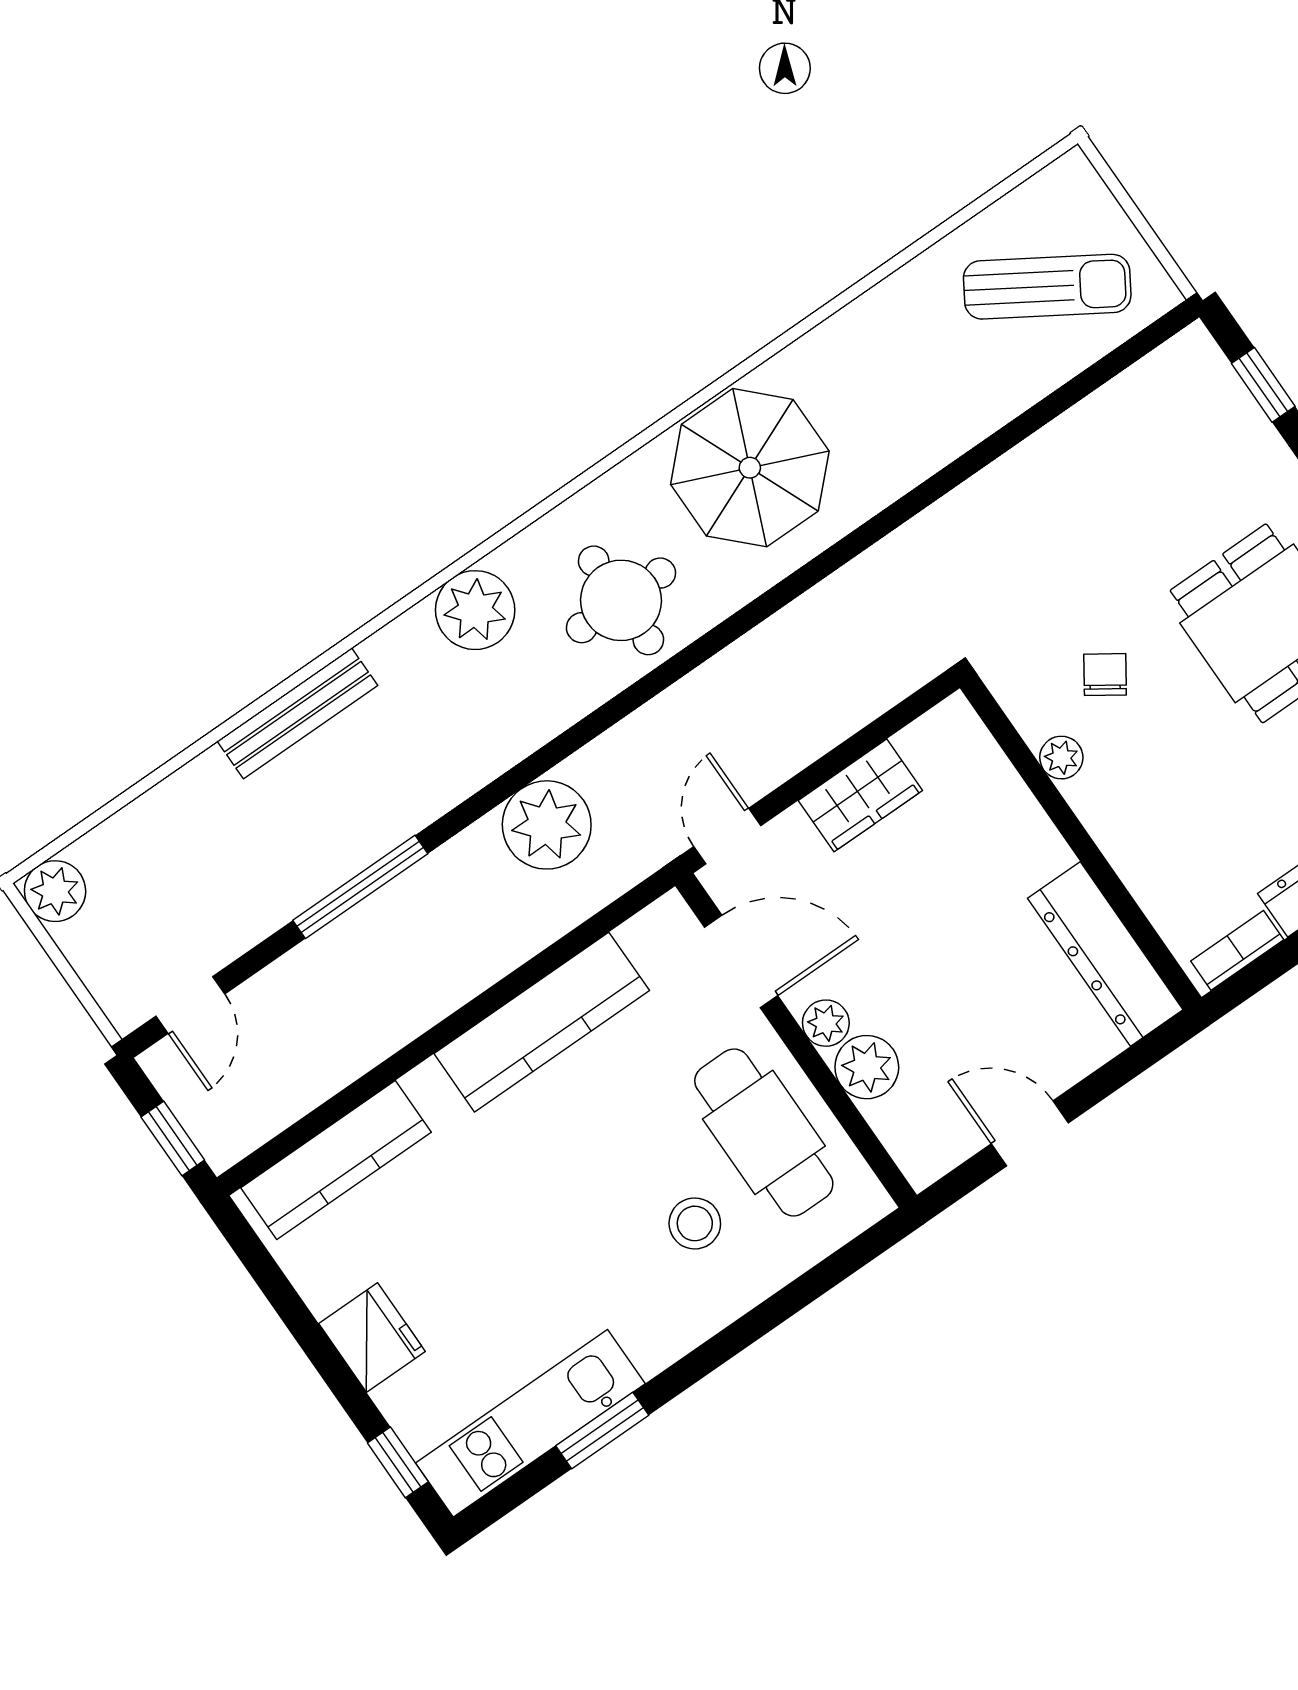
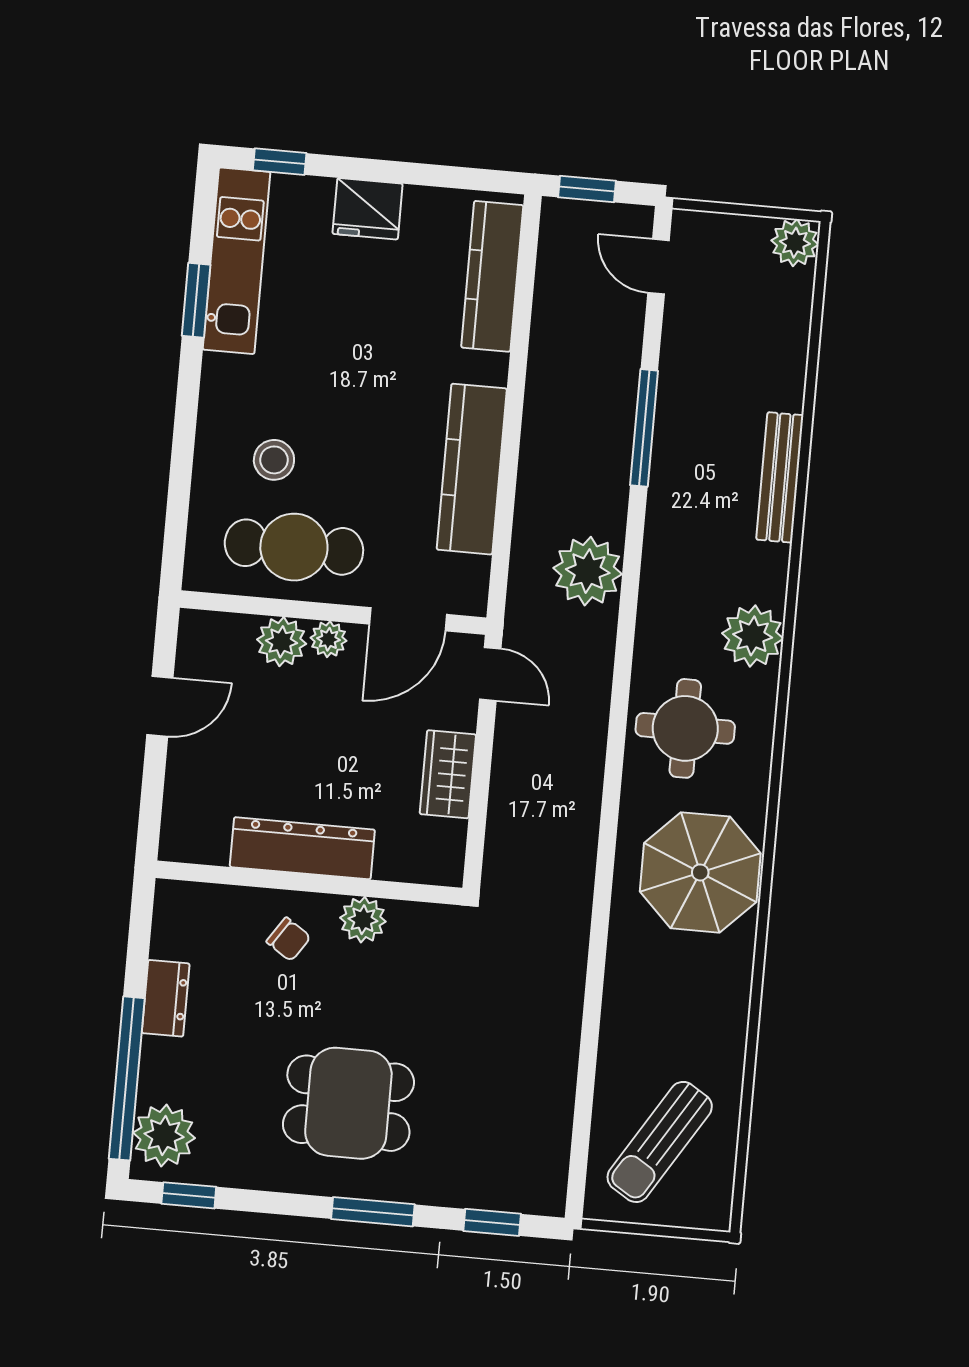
chair: (1105, 675) -> (289, 939), moved
plant: (1061, 758) -> (363, 920), width x1.38, depth x1.38
bookcase: (1237, 950) -> (166, 923), removed
dresser: (1105, 954) -> (302, 848), moved

